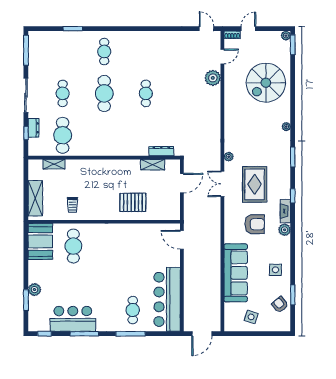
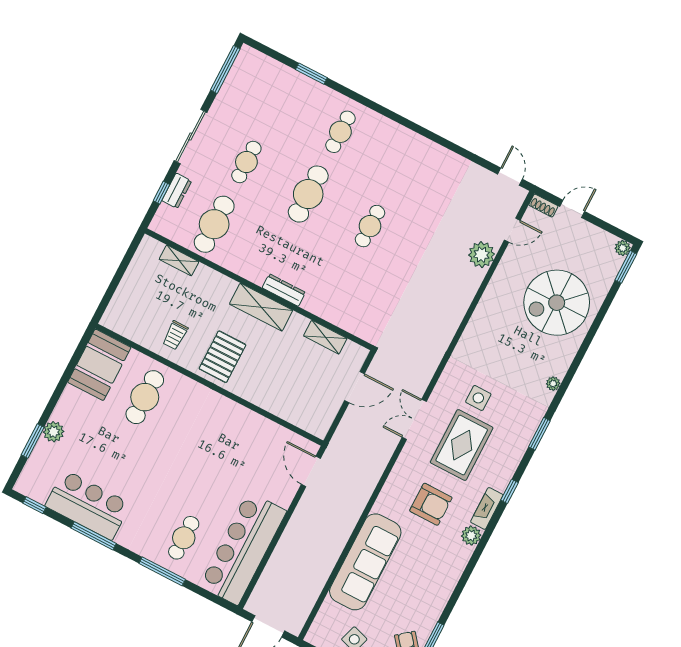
dresser: (161, 151) -> (284, 290), moved
plant: (229, 157) -> (444, 384), removed
shelving: (35, 198) -> (261, 307), moved, turned 90
pallet: (133, 202) -> (222, 357), moved, turned 90
side table: (275, 270) -> (478, 398), moved

